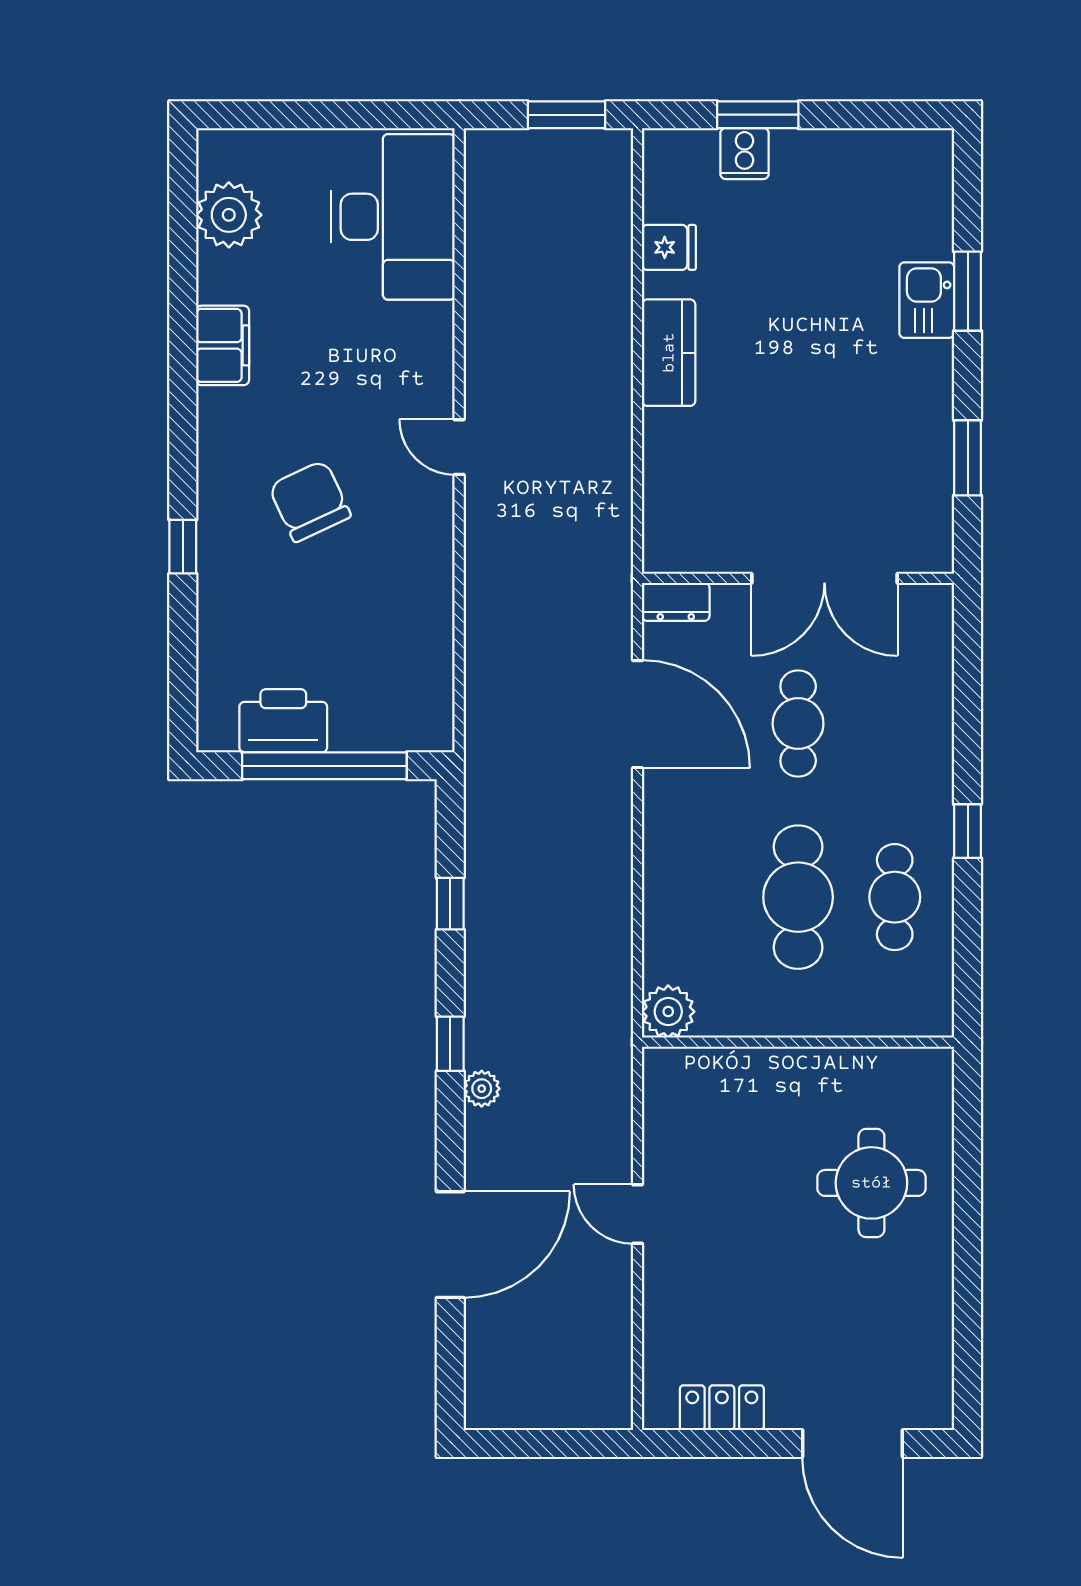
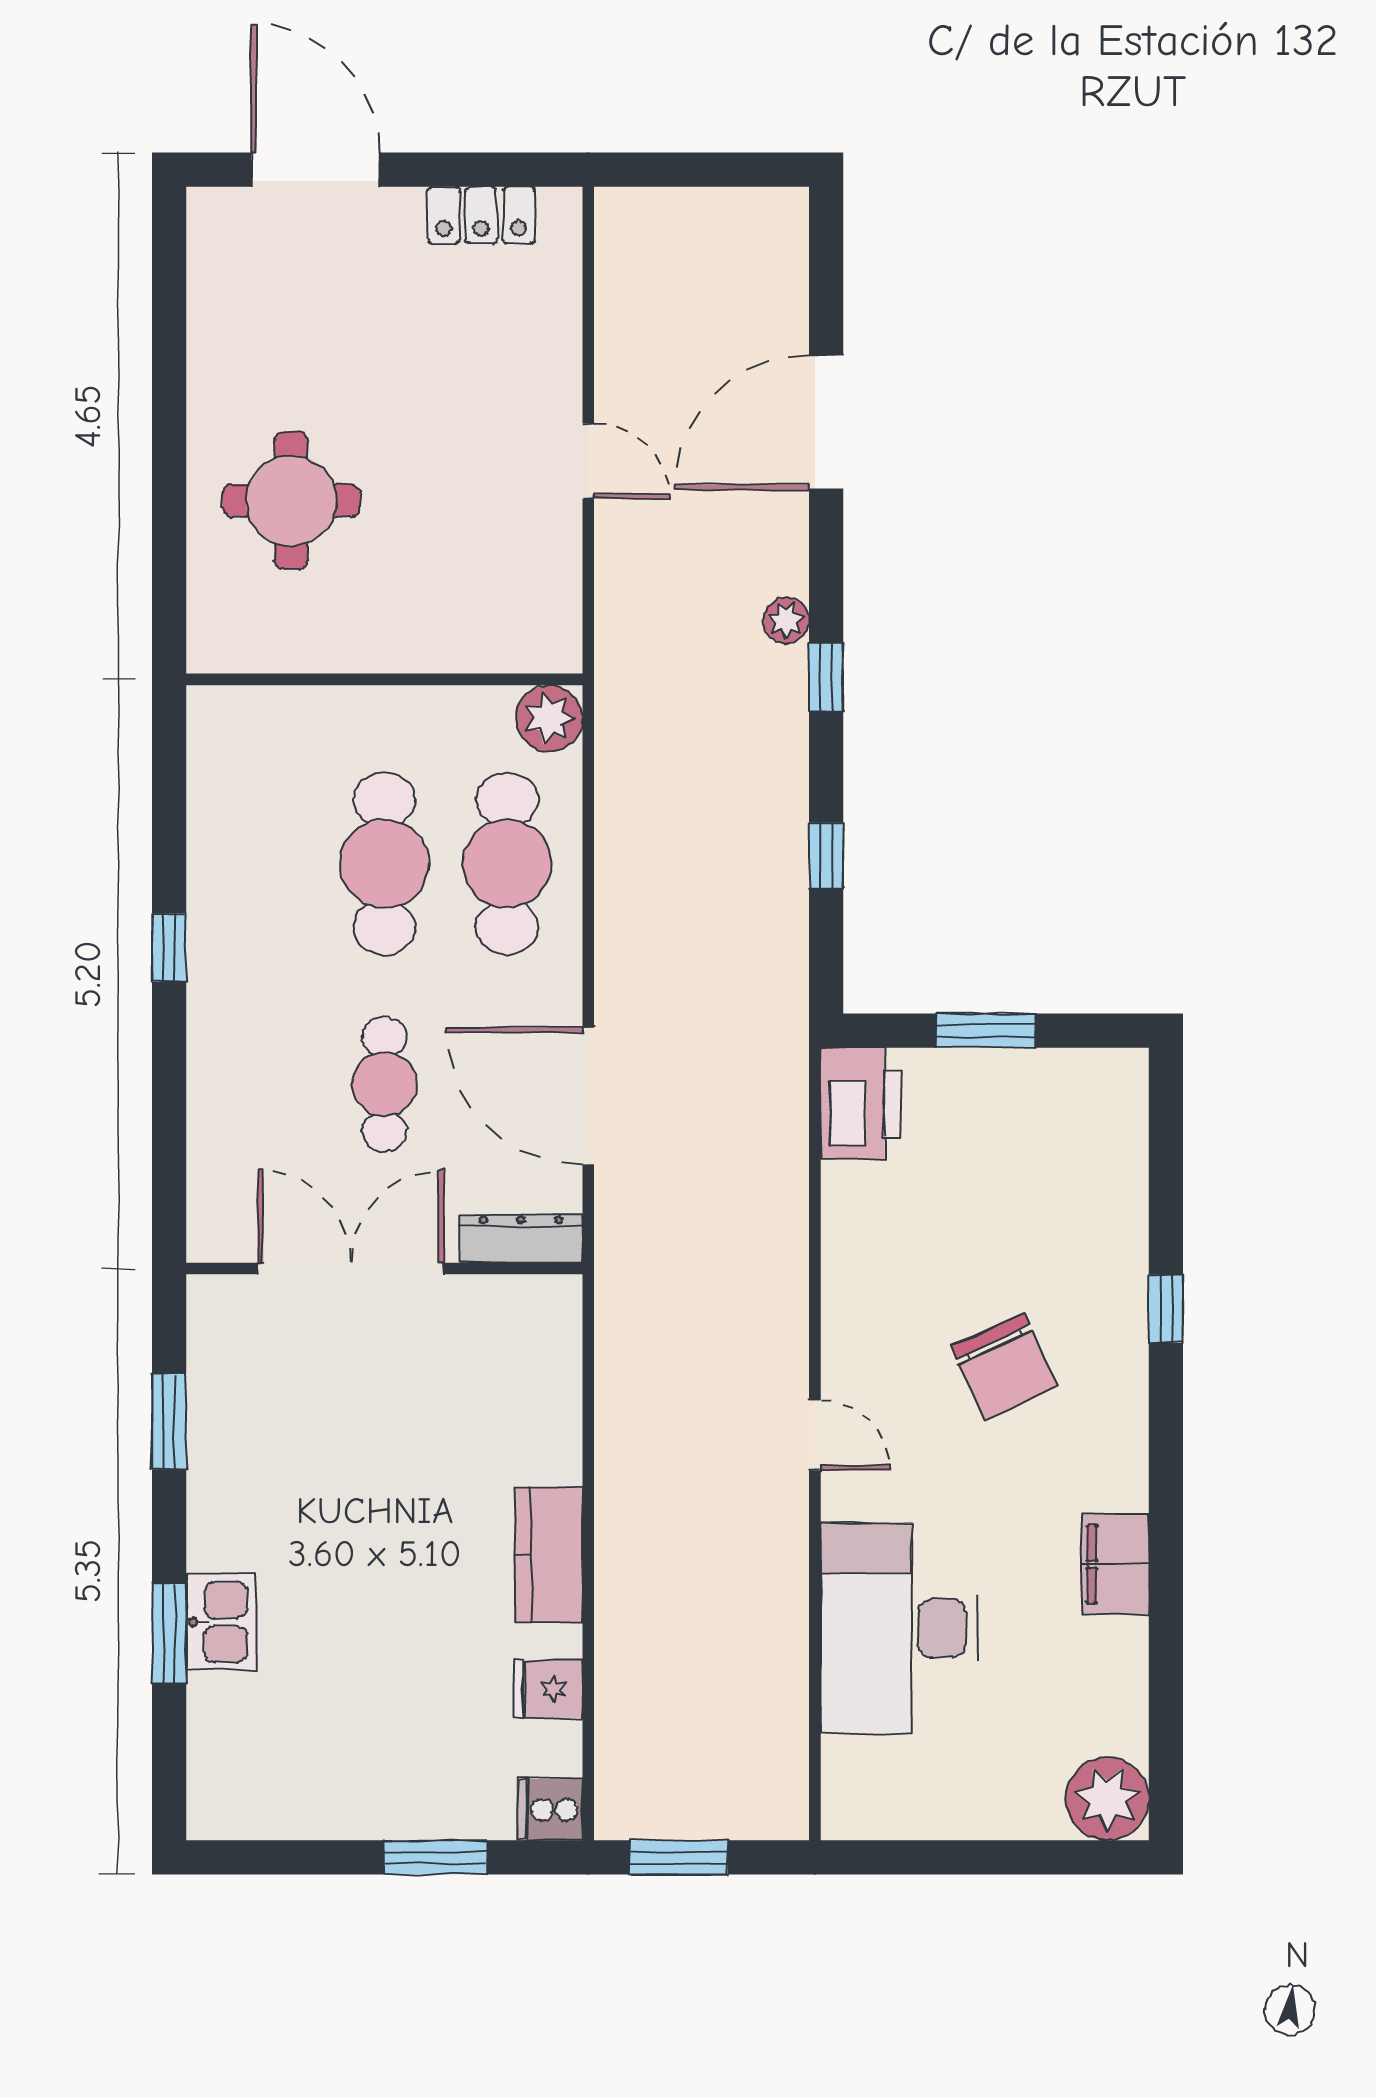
cooker: (745, 154) -> (550, 1810), moved, turned -90
plant: (229, 215) -> (1107, 1799), moved
desk: (393, 217) -> (899, 1628), moved
dresser: (676, 602) -> (521, 1239), width x1.44
printer: (283, 721) -> (861, 1103), moved, turned -90
window: (324, 766) -> (986, 1031), width x0.47
cafe table: (895, 897) -> (507, 864), moved, width x1.37, depth x1.35

